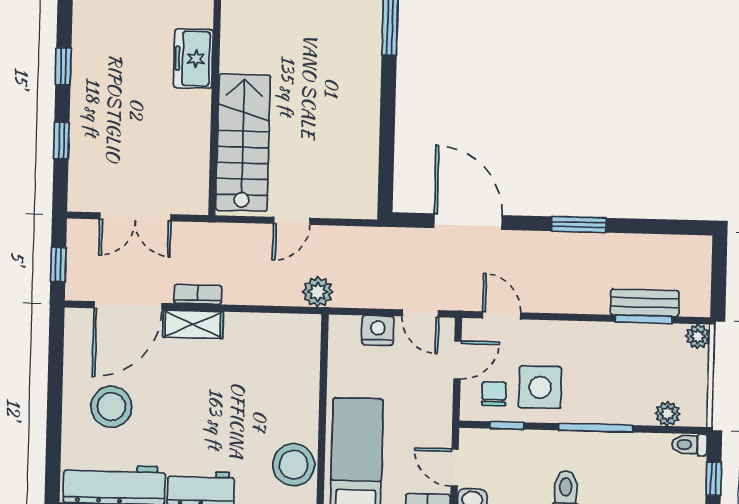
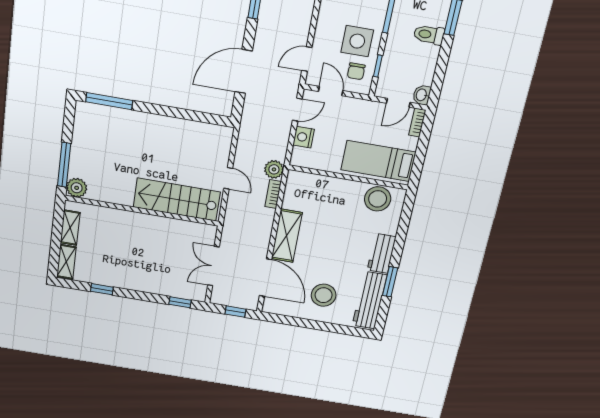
freezer: (193, 59) -> (123, 220), removed
window: (63, 66) -> (102, 289), moved
window: (61, 141) -> (180, 302), moved
double door: (135, 217) -> (213, 266), swing flipped
bookcase: (198, 294) -> (273, 194), moved
shelving: (193, 324) -> (287, 236), width x1.50, depth x1.33
chair: (494, 394) -> (356, 71), turned -90

